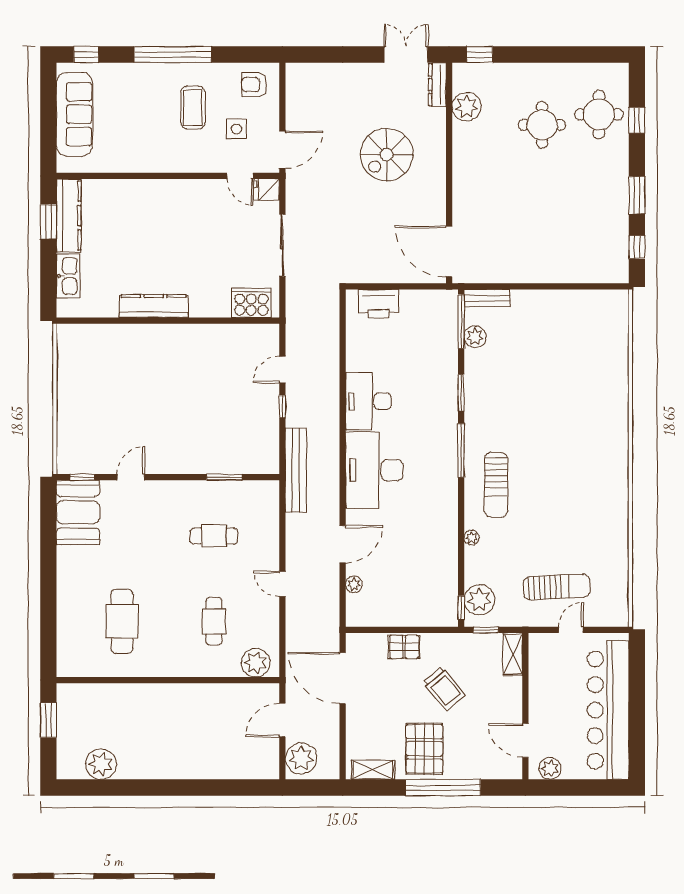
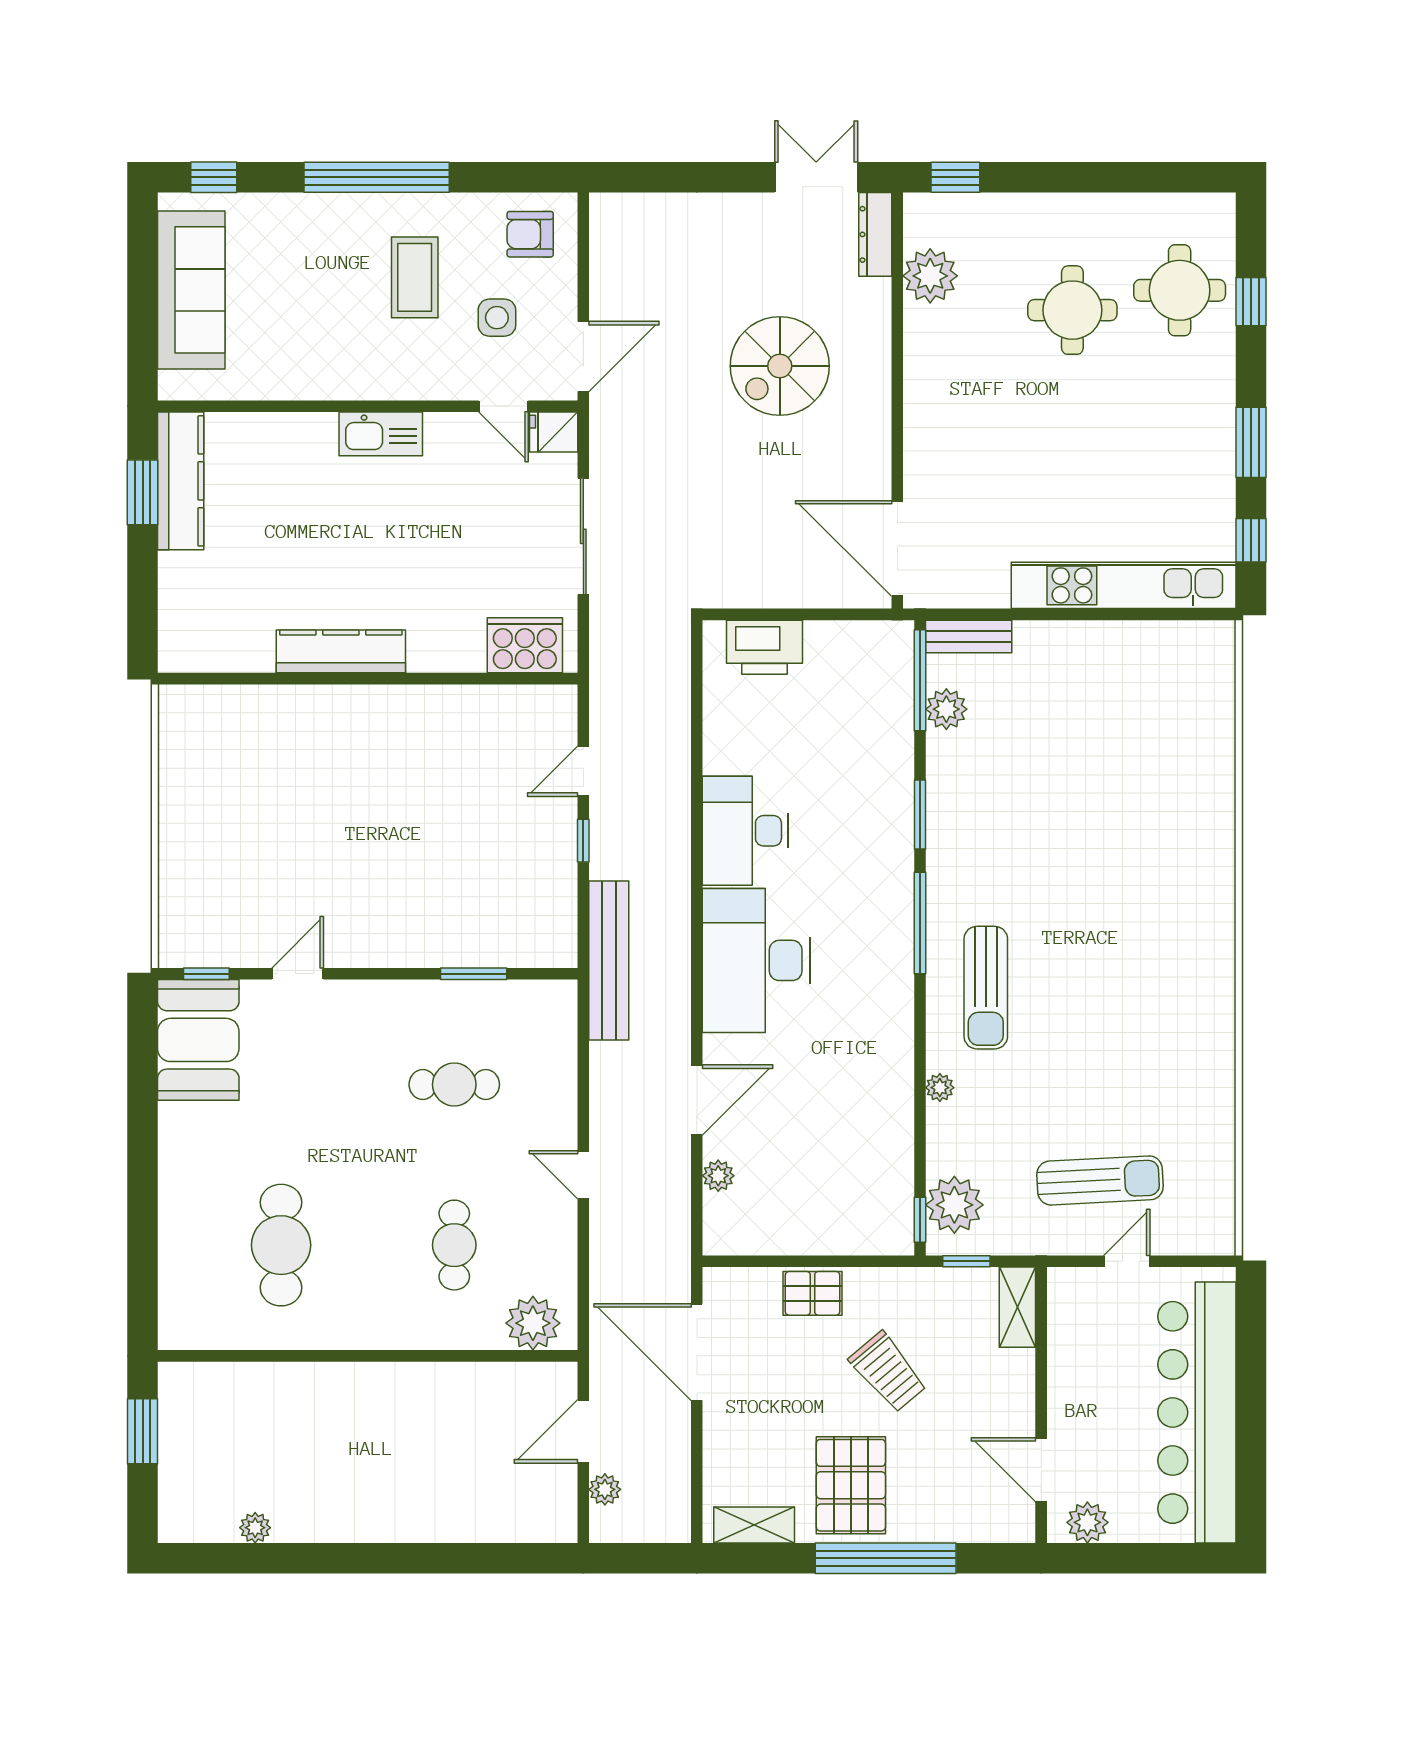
kitchen unit: (569, 271) -> (1124, 585), added
kitchen sink: (68, 276) -> (381, 434), moved, turned 90
plant: (301, 758) -> (605, 1489), width x0.53, depth x0.53
plant: (101, 764) -> (255, 1528), width x0.53, depth x0.53

